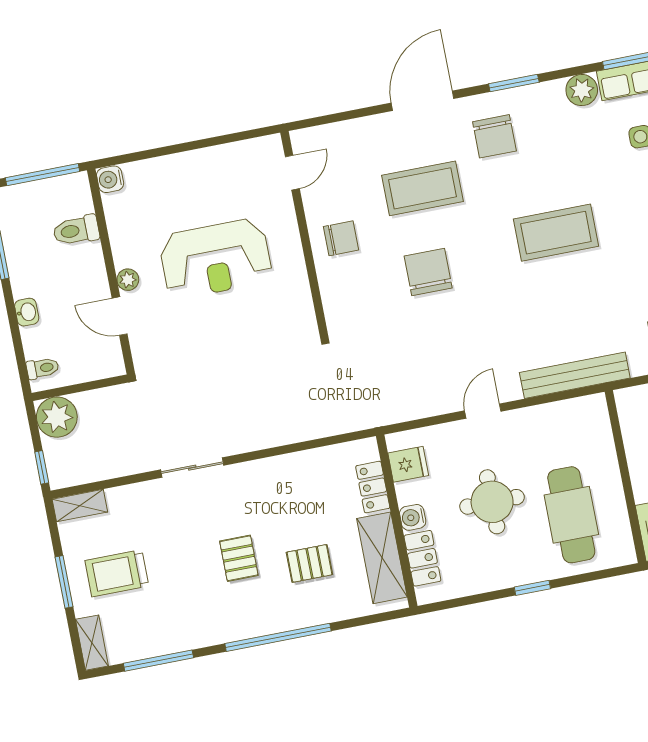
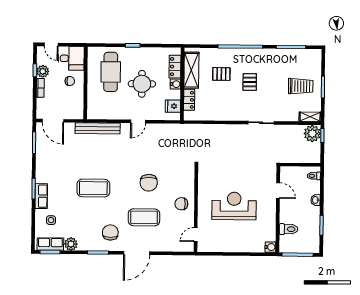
plant: (128, 280) -> (272, 205), removed
plant: (57, 417) -> (312, 134), moved
shelving: (92, 643) -> (317, 60), removed

